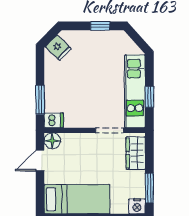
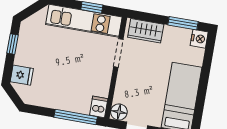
fridge: (58, 48) -> (22, 75), moved, turned 45
window: (40, 100) -> (76, 117), width x1.44

